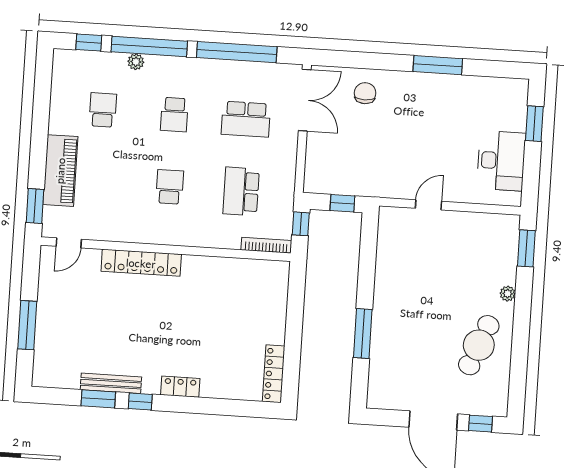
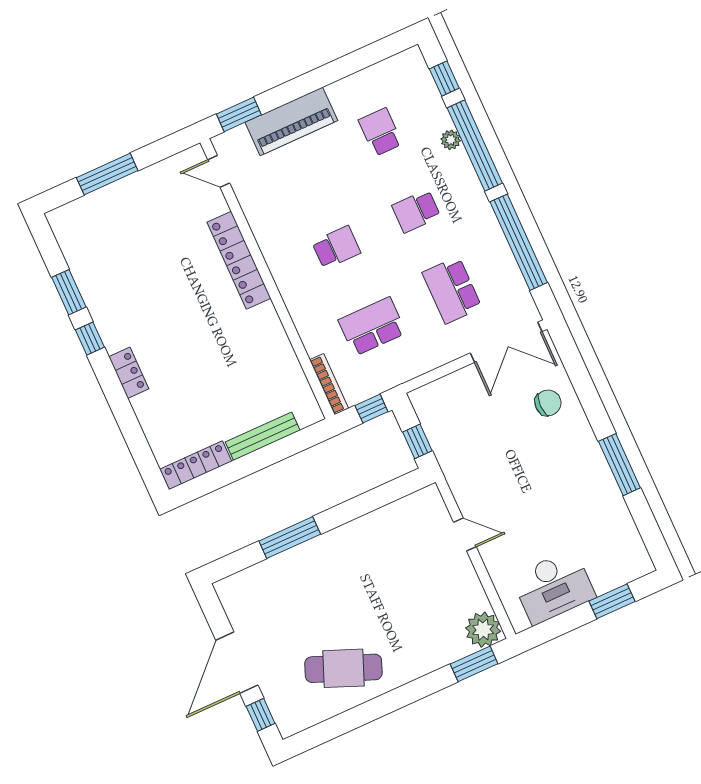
school desk: (103, 110) -> (380, 132), turned -90
plant: (508, 294) -> (483, 630), moved, width x1.87, depth x1.87
bench: (111, 383) -> (263, 436), moved, turned 90

